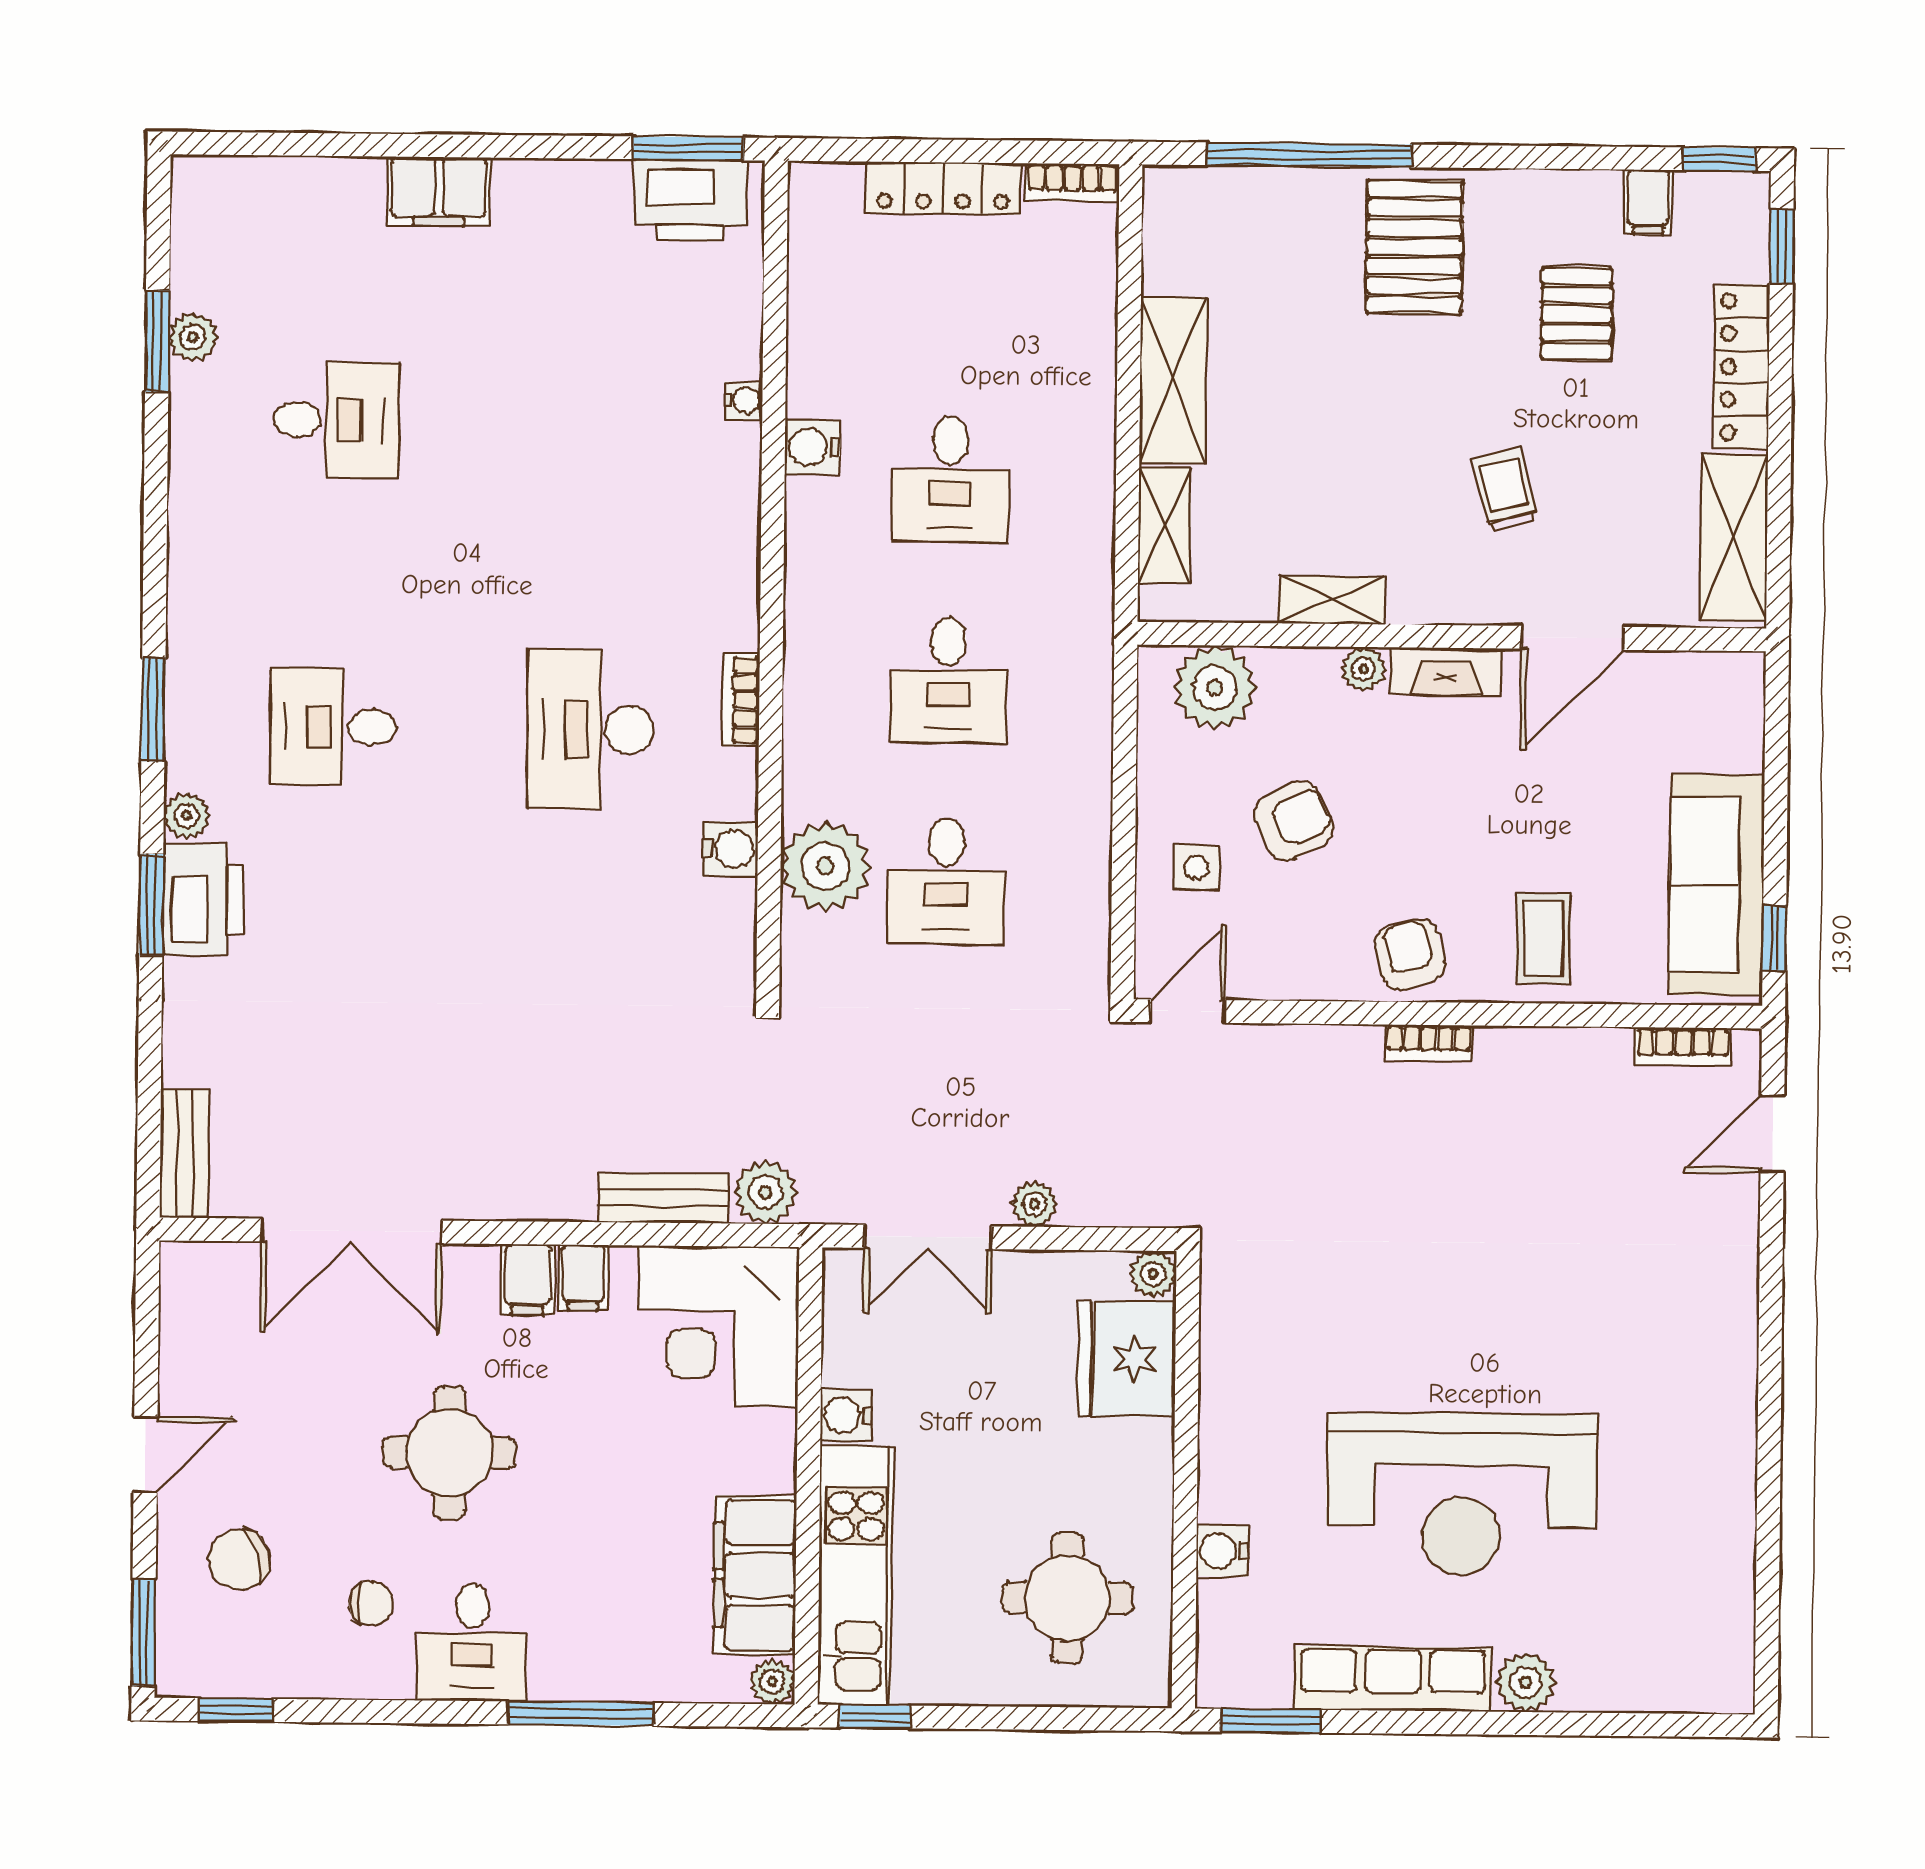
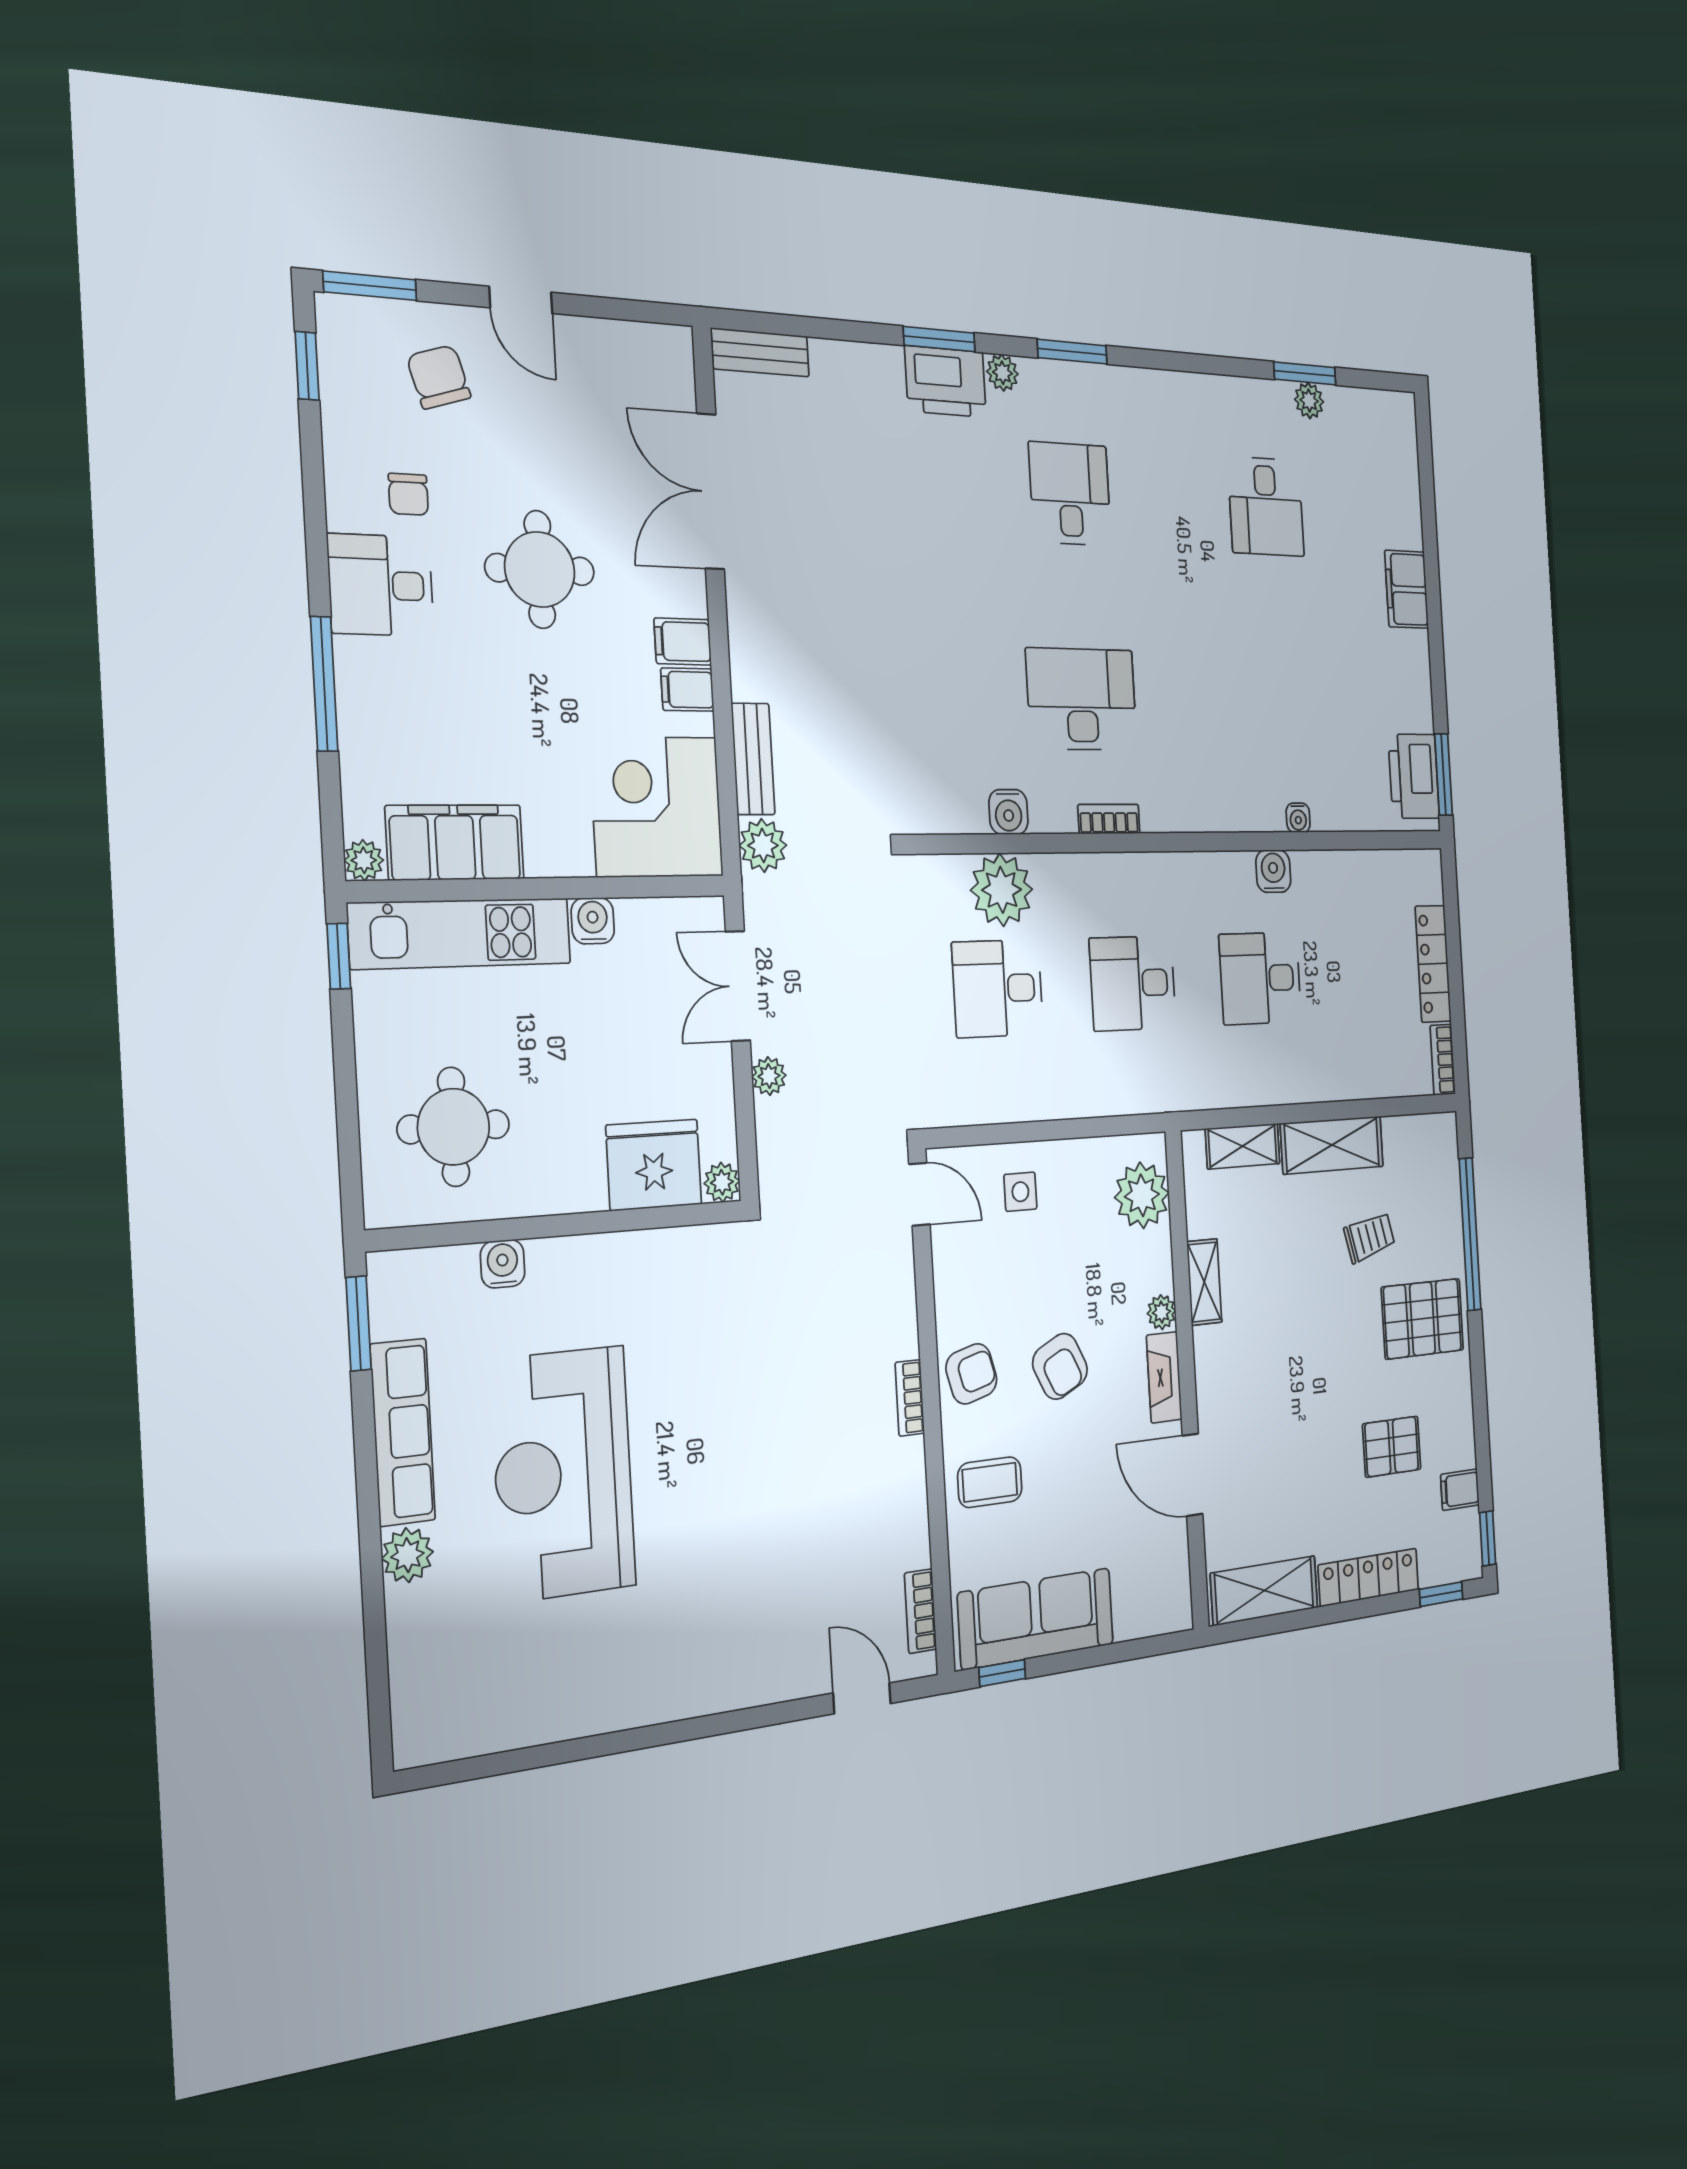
trolley: (1505, 490) -> (1369, 1237), moved
armchair: (1294, 821) -> (1060, 1366), moved

